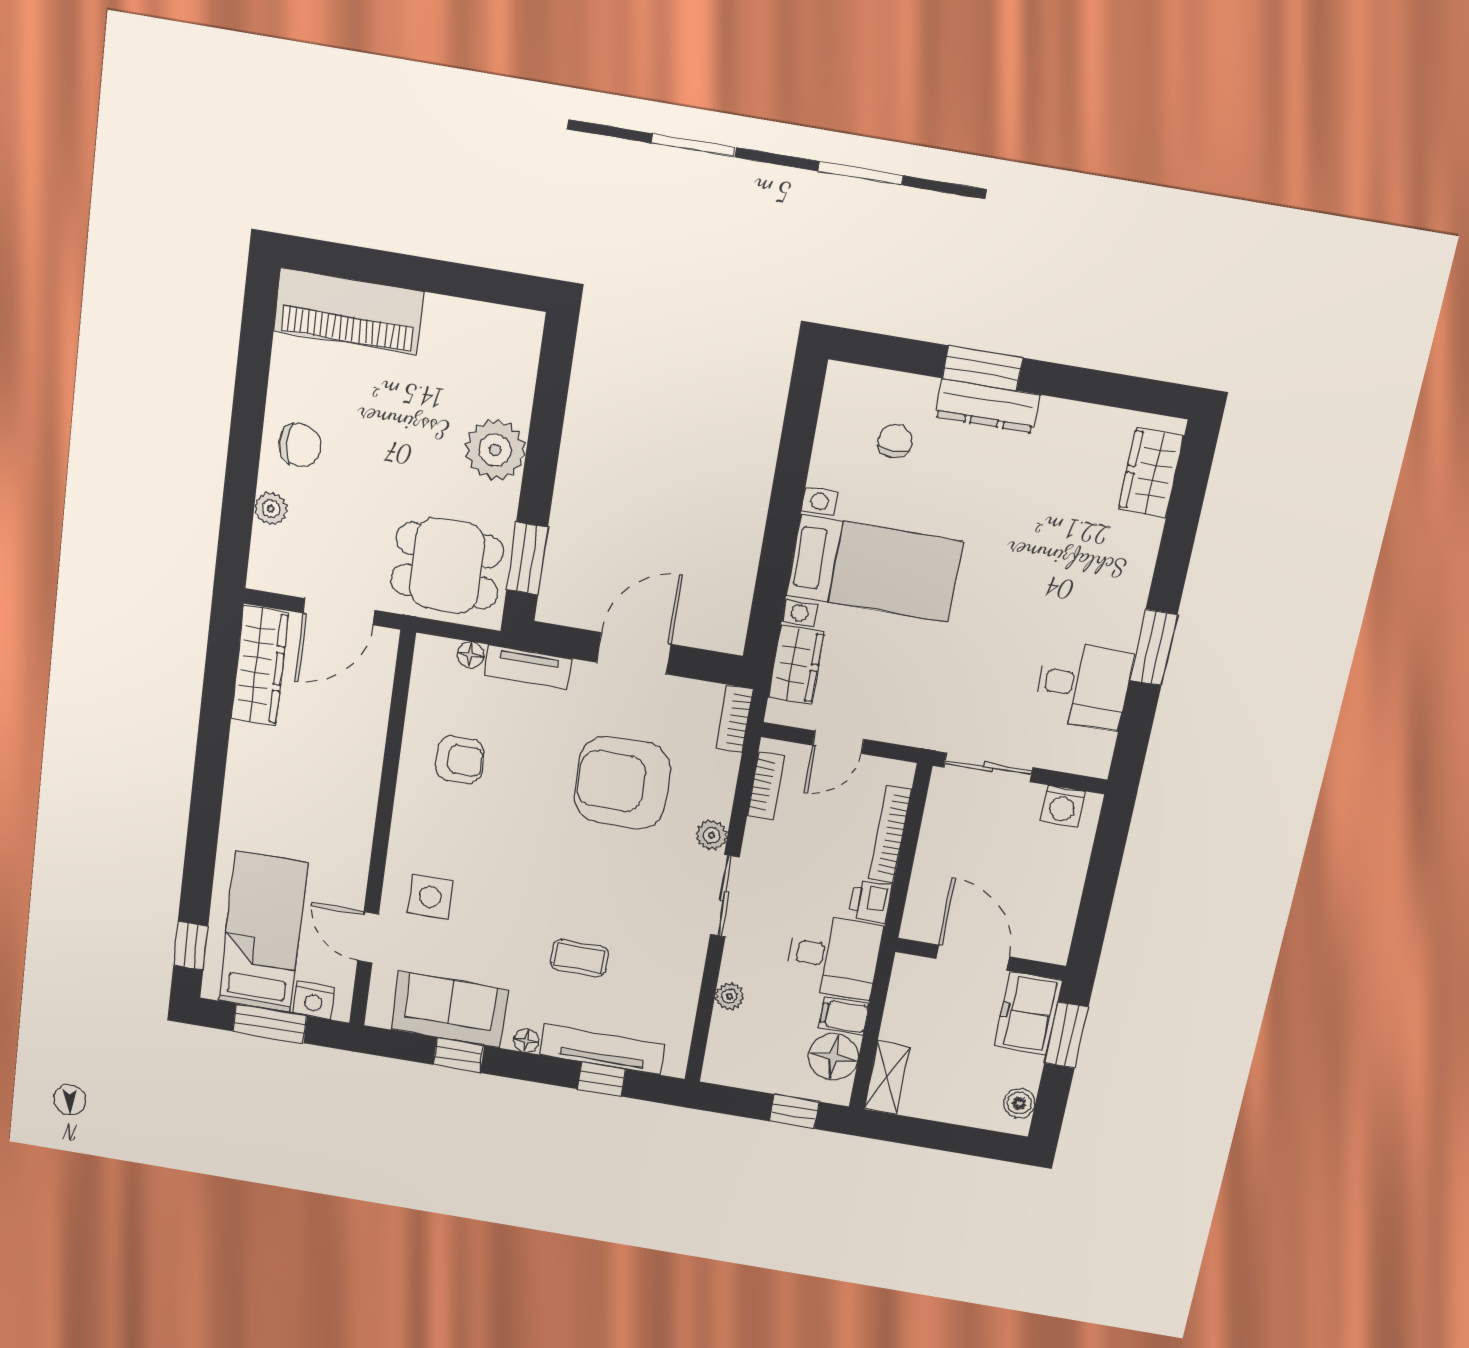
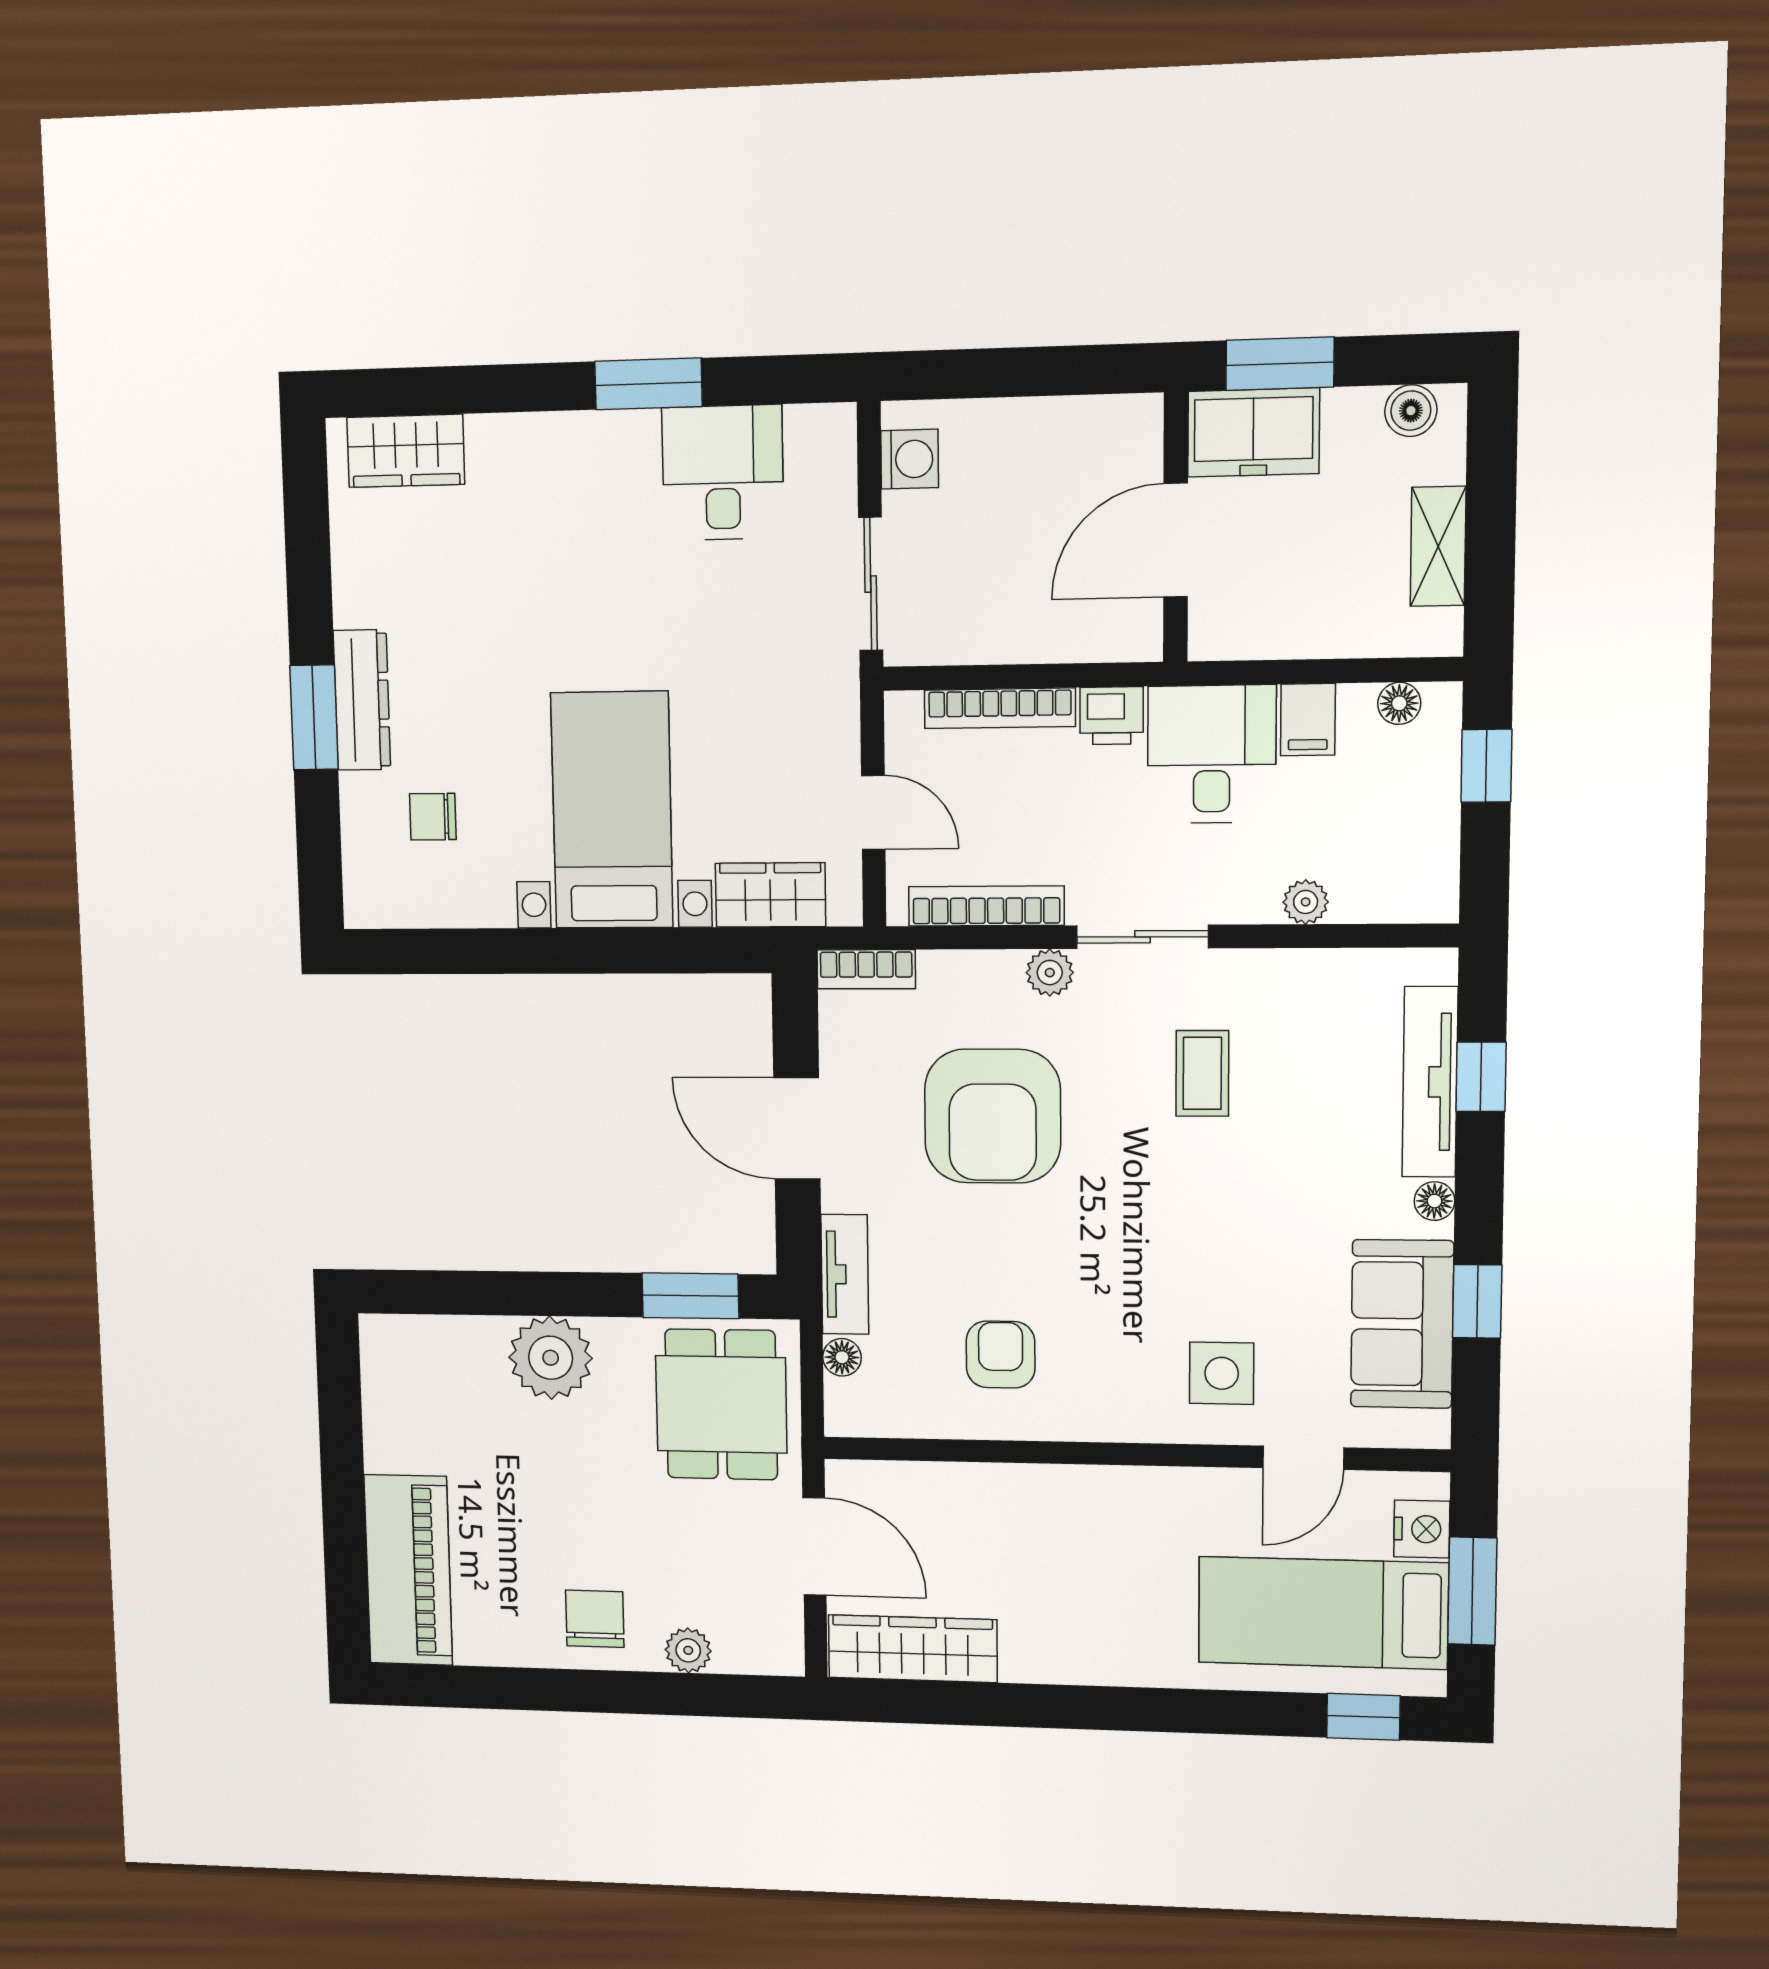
bookcase: (766, 786) -> (986, 906), width x1.56
coffee table: (579, 958) -> (1202, 1073), moved
floor lamp: (833, 1057) -> (1399, 703), width x0.53, depth x0.53
shelving: (887, 1078) -> (1438, 546), moved, turned 90

